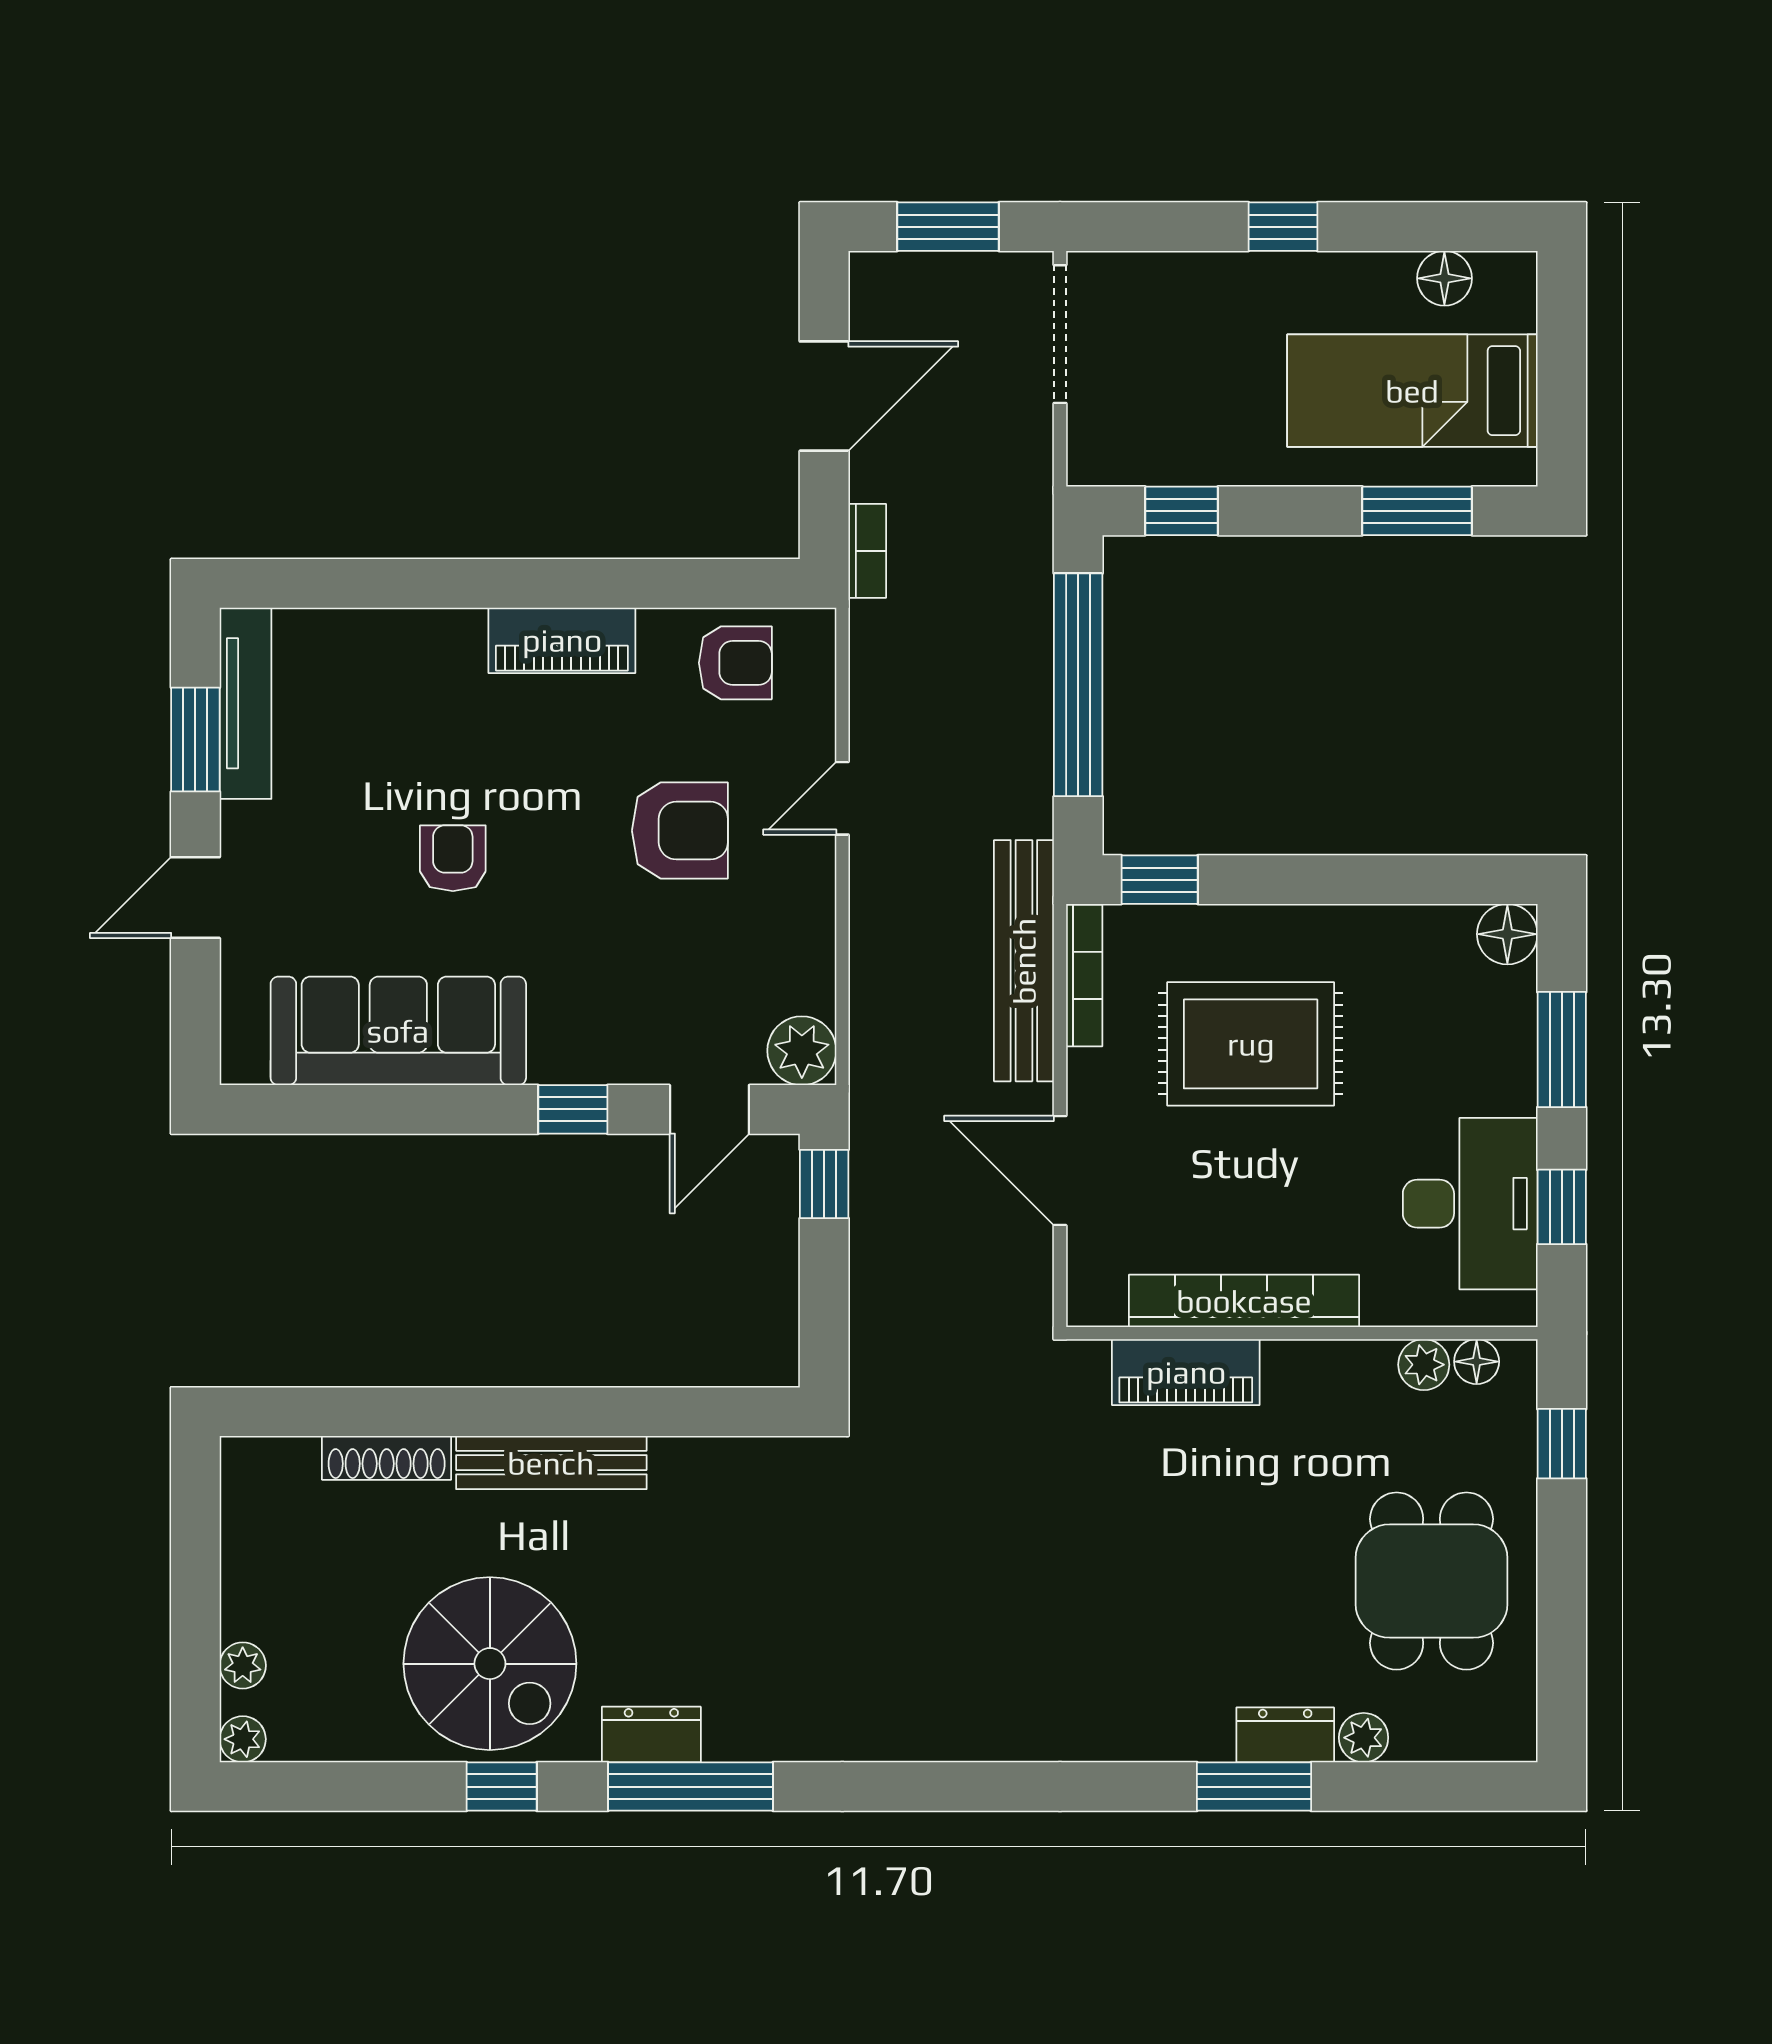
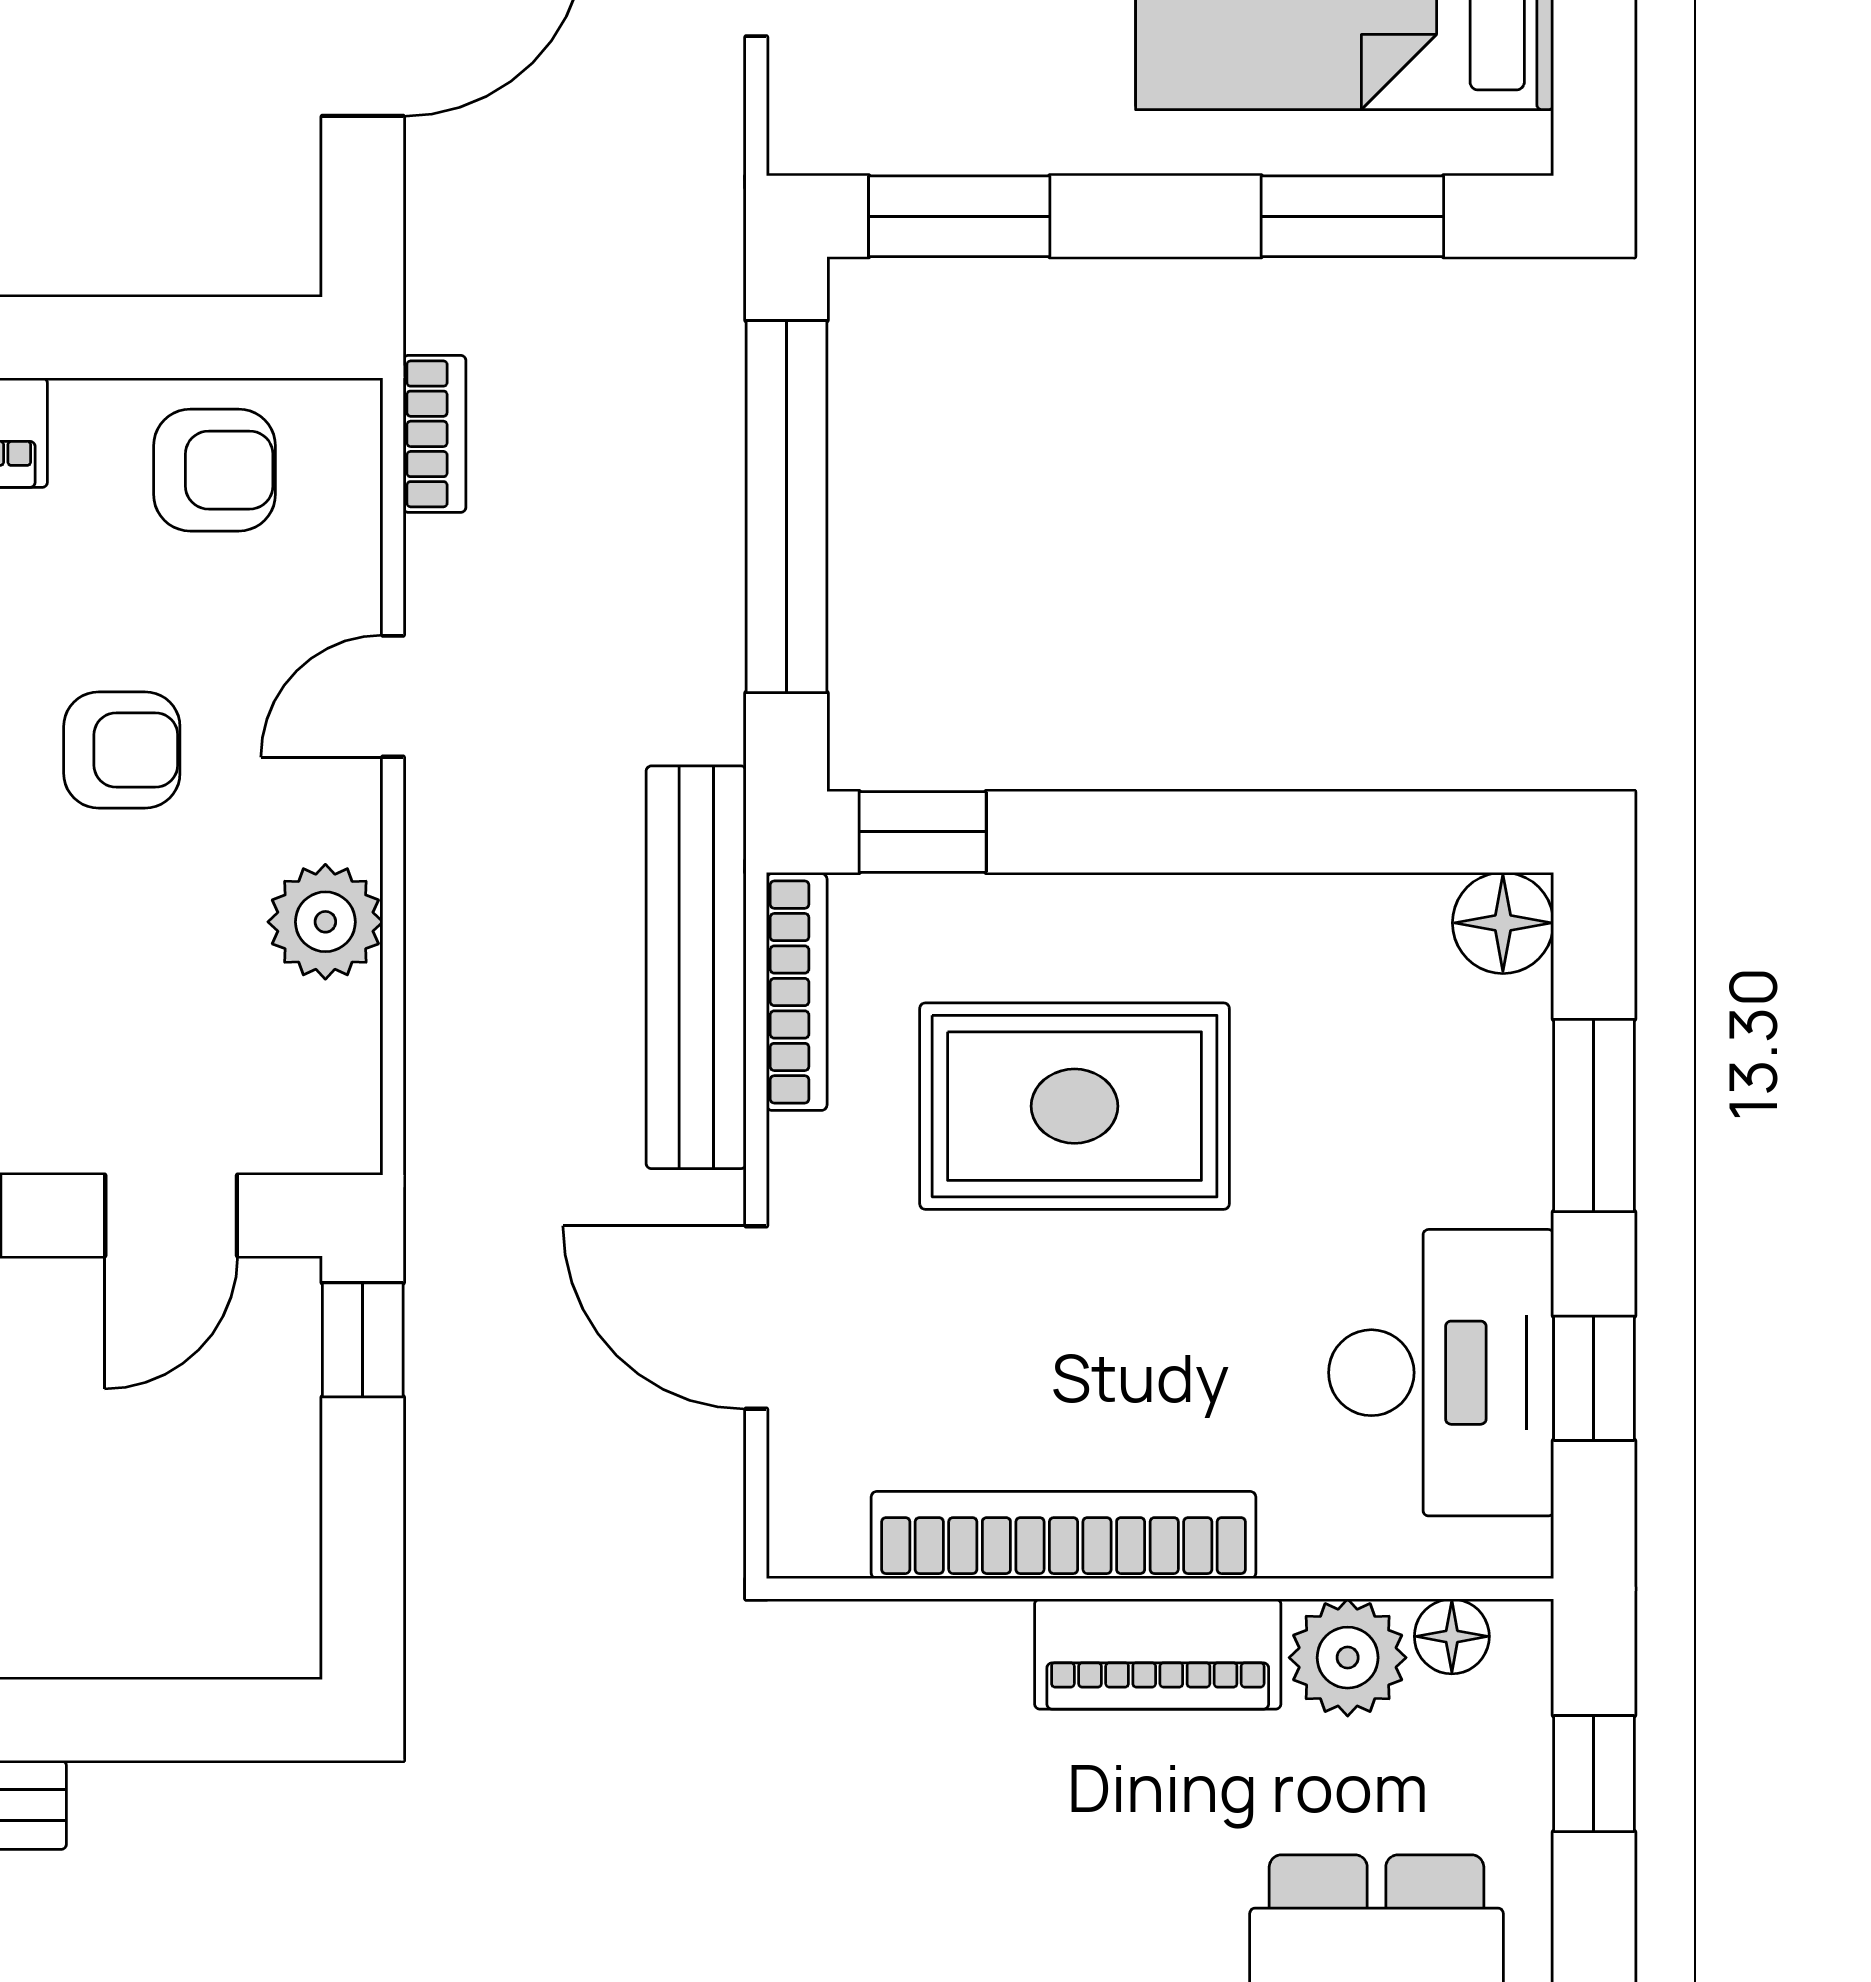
window: (1181, 511) -> (959, 216), width x1.50
bookcase: (867, 551) -> (435, 434), moved
armchair: (680, 831) -> (122, 750), width x0.72, depth x0.72
plant: (802, 1051) -> (325, 922), moved
plant: (1424, 1365) -> (1348, 1658), width x1.38, depth x1.38
piano: (1186, 1372) -> (1158, 1654), moved

